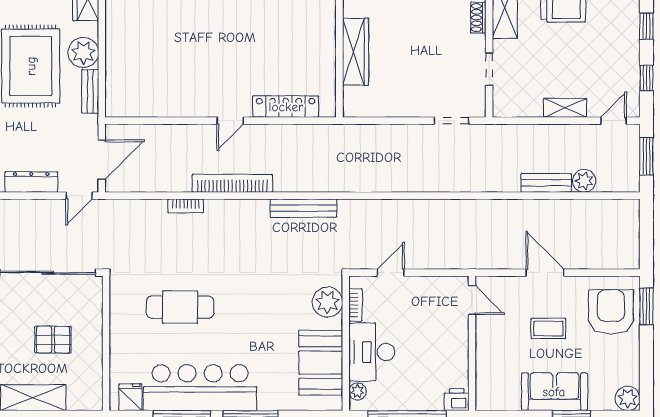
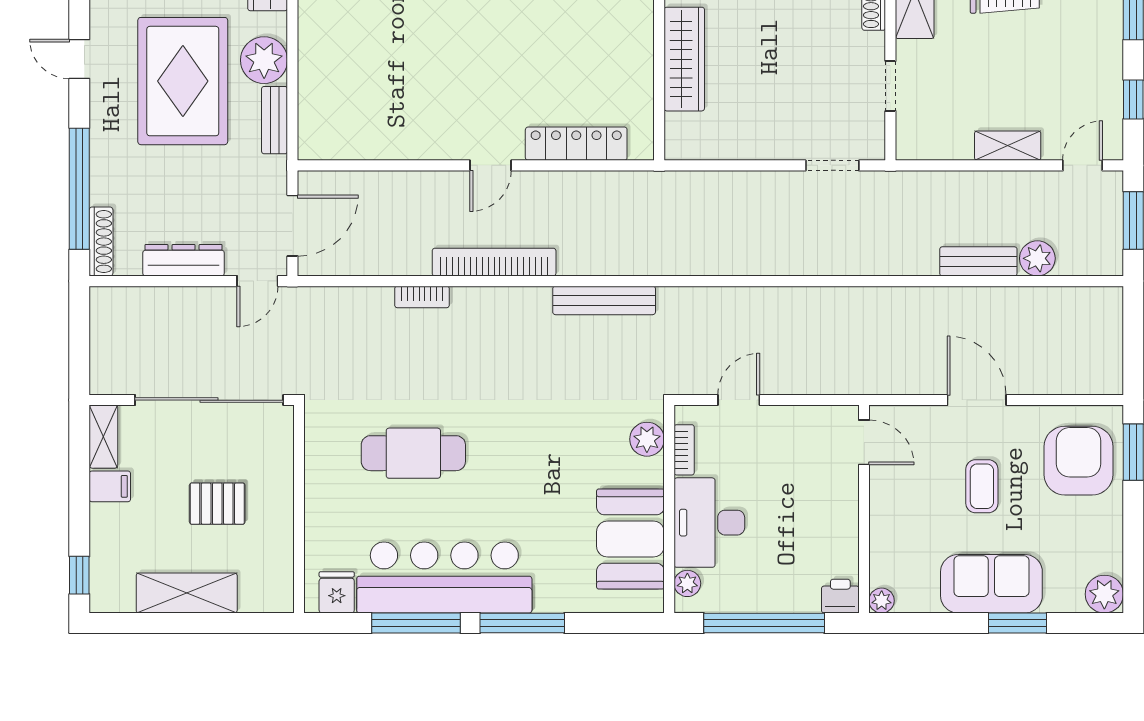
plant: (327, 302) -> (647, 439), width x0.73, depth x0.73
coffee table: (548, 328) -> (982, 486), turned 90
plant: (483, 403) -> (882, 601), added

